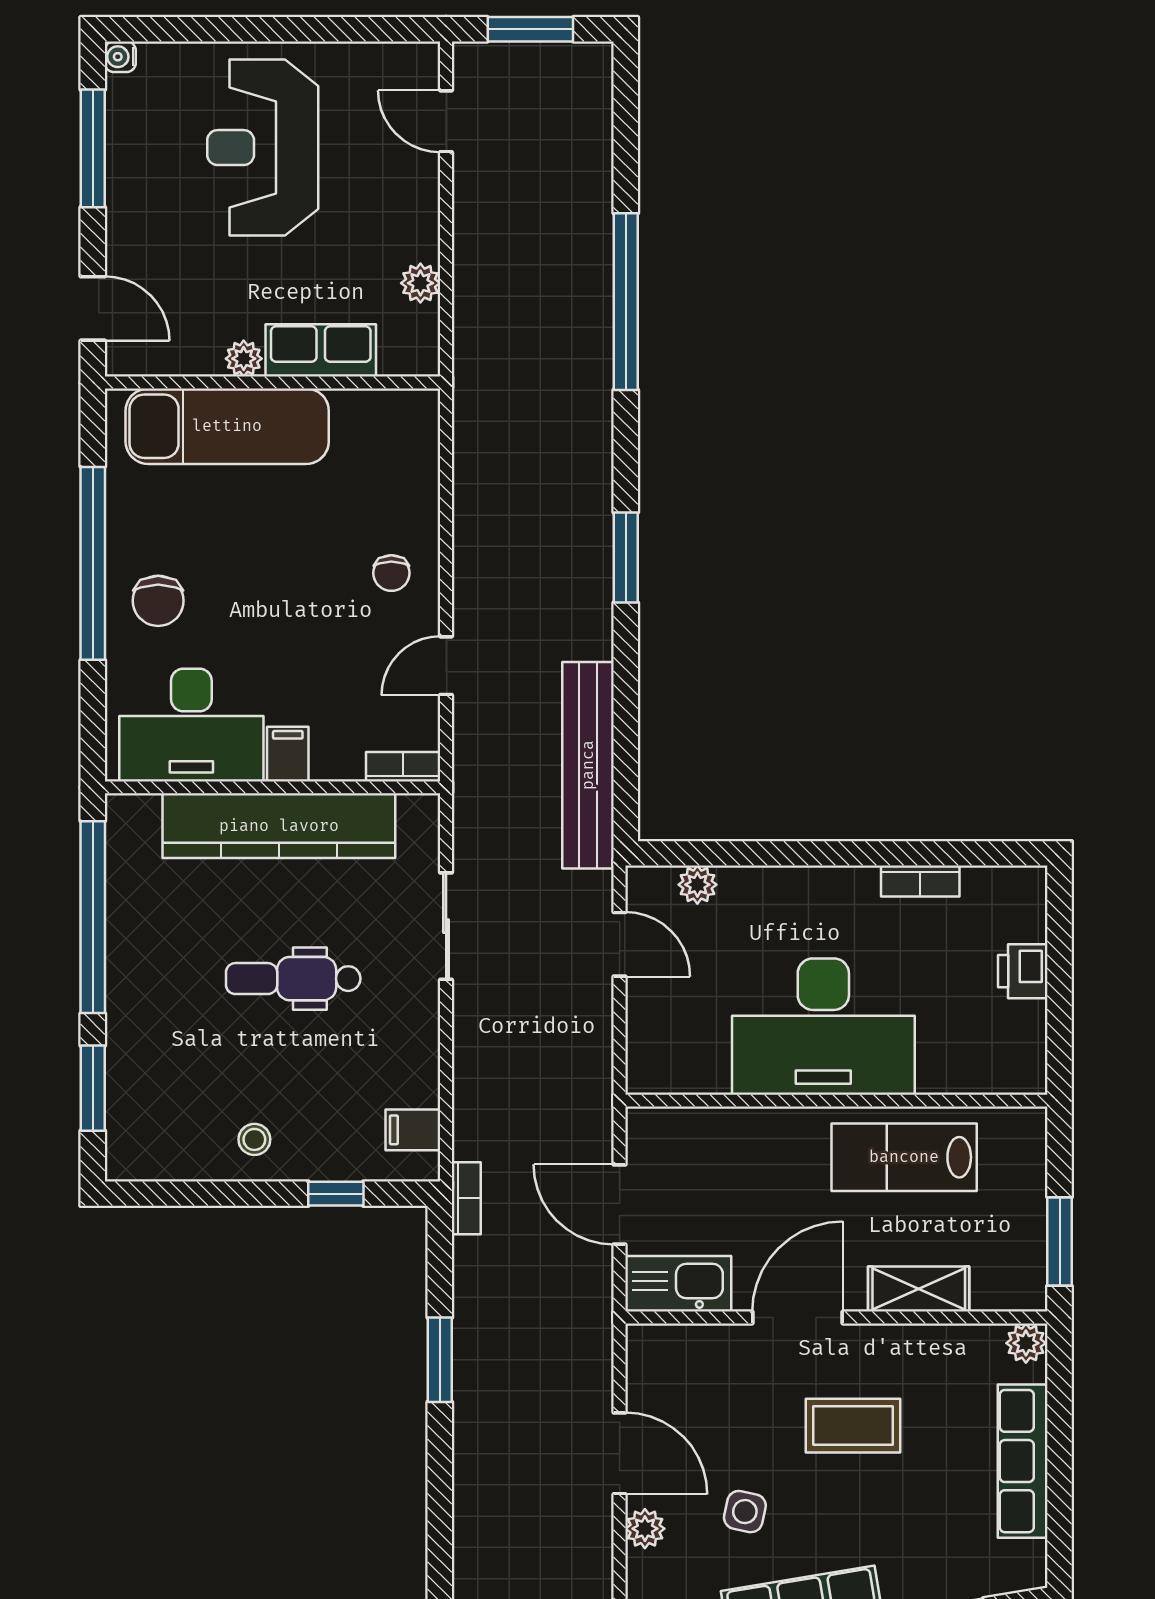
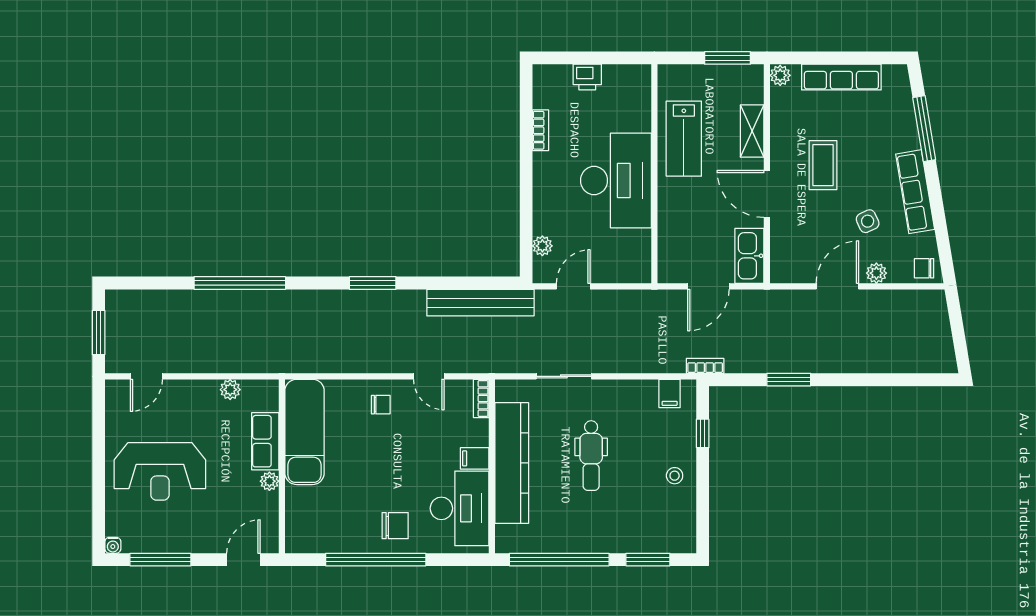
exam couch: (227, 426) -> (305, 432), moved
side table: (745, 1512) -> (868, 221), turned -37

